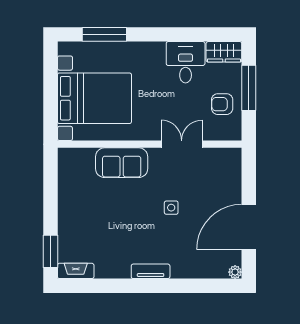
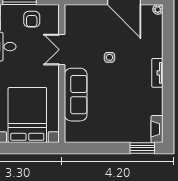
sofa: (122, 163) -> (76, 95), width x1.36

